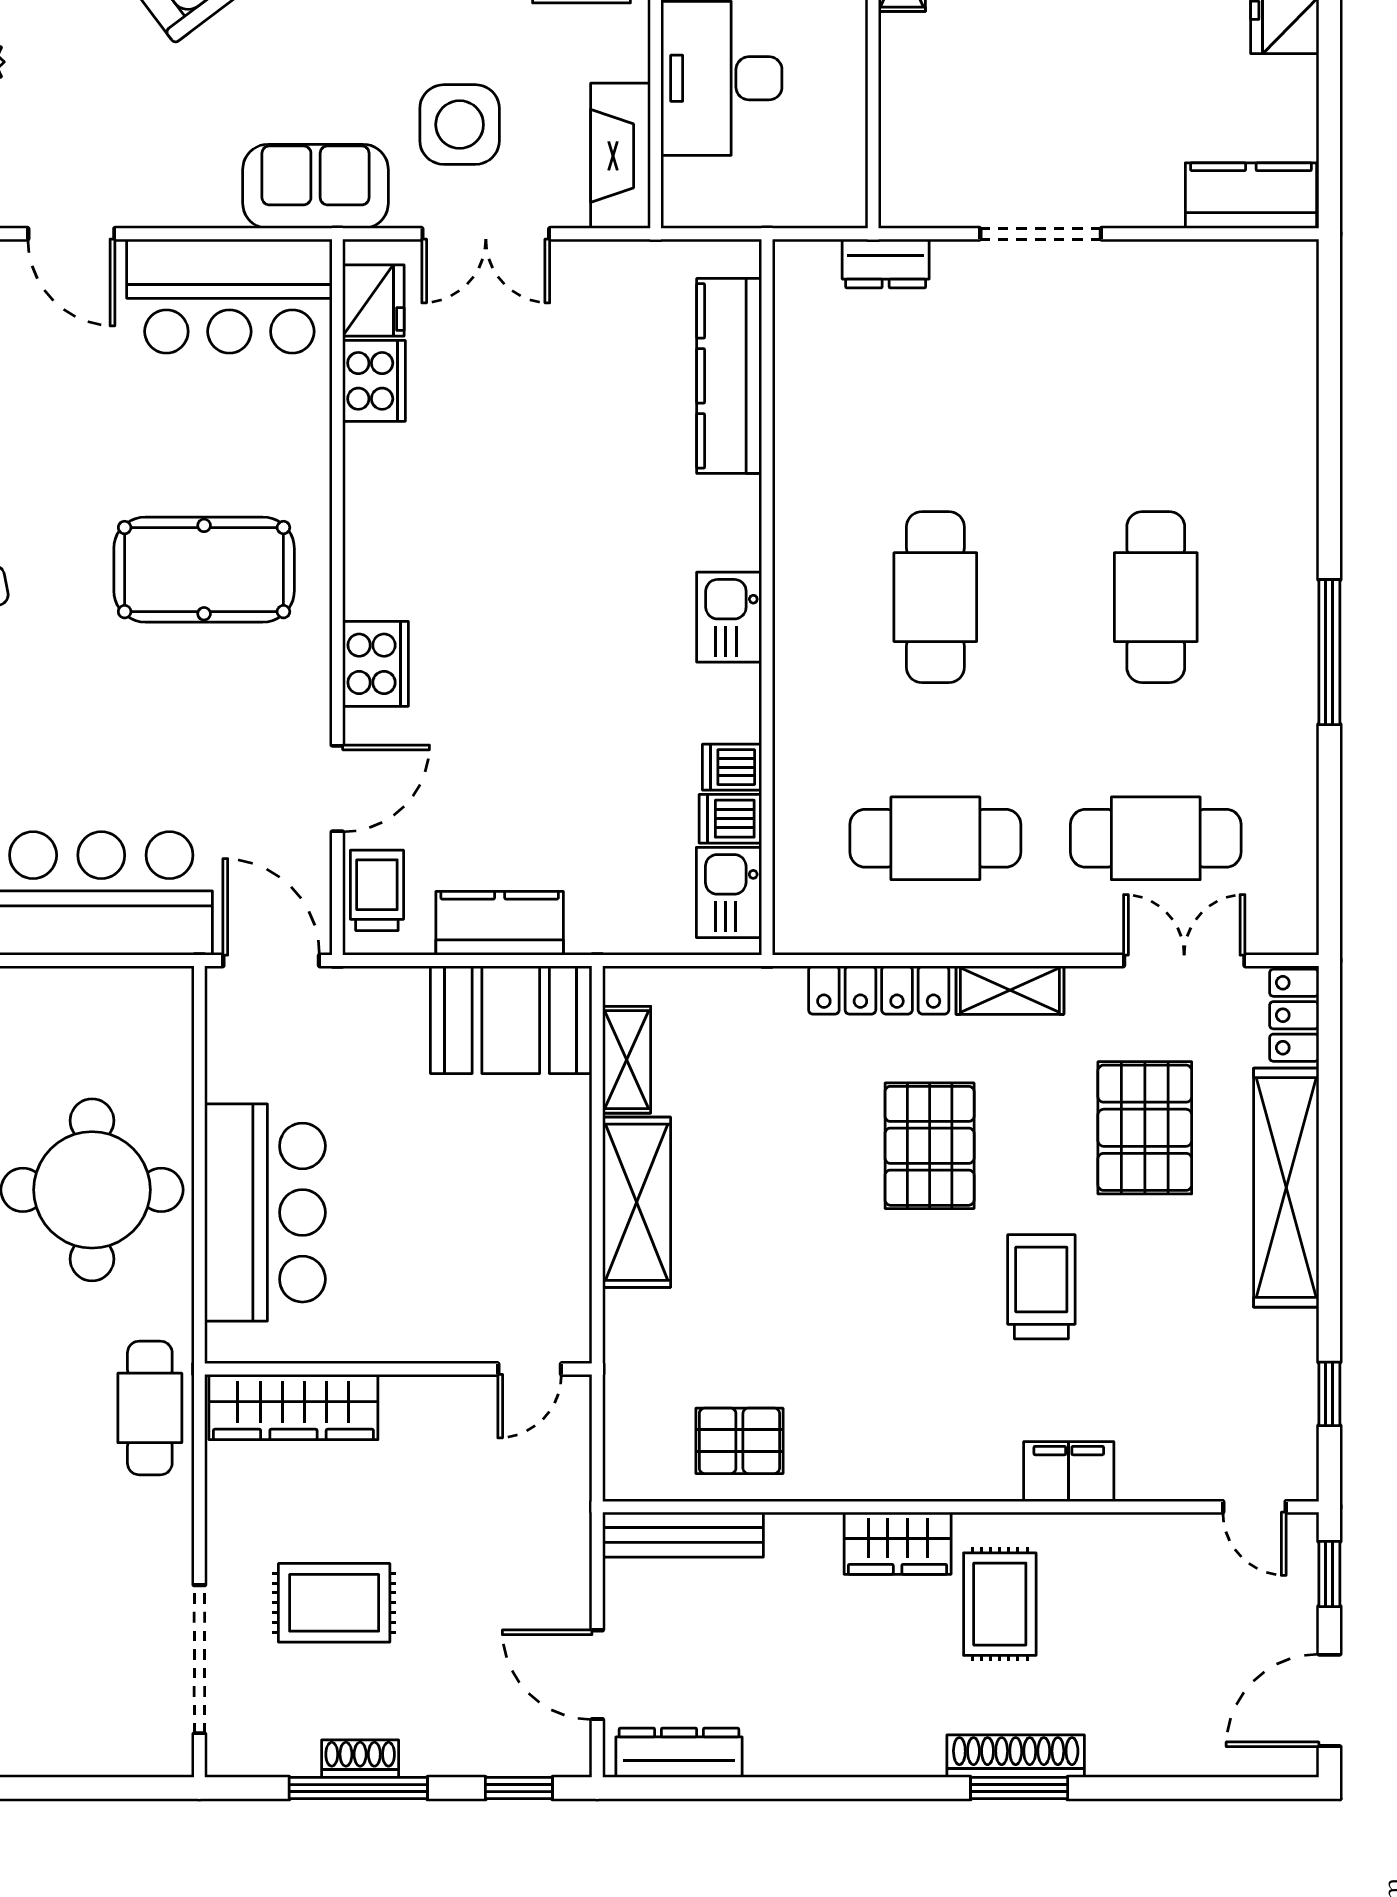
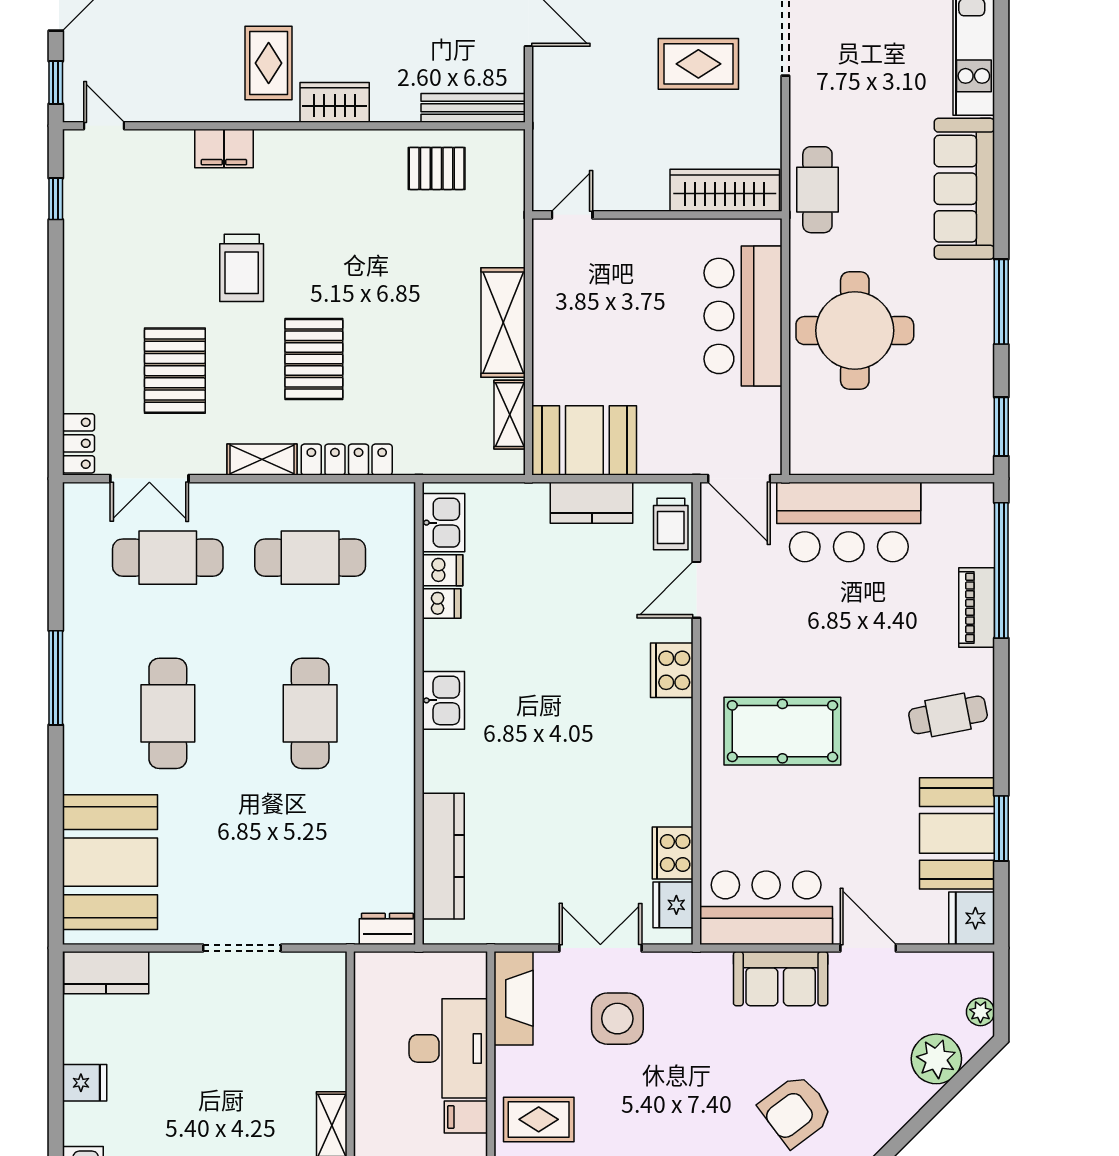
sofa: (316, 186) -> (781, 979), moved
dresser: (886, 263) -> (387, 929), moved
booth: (1245, 367) -> (110, 862), added
shelving: (1286, 1188) -> (84, 332), removed

